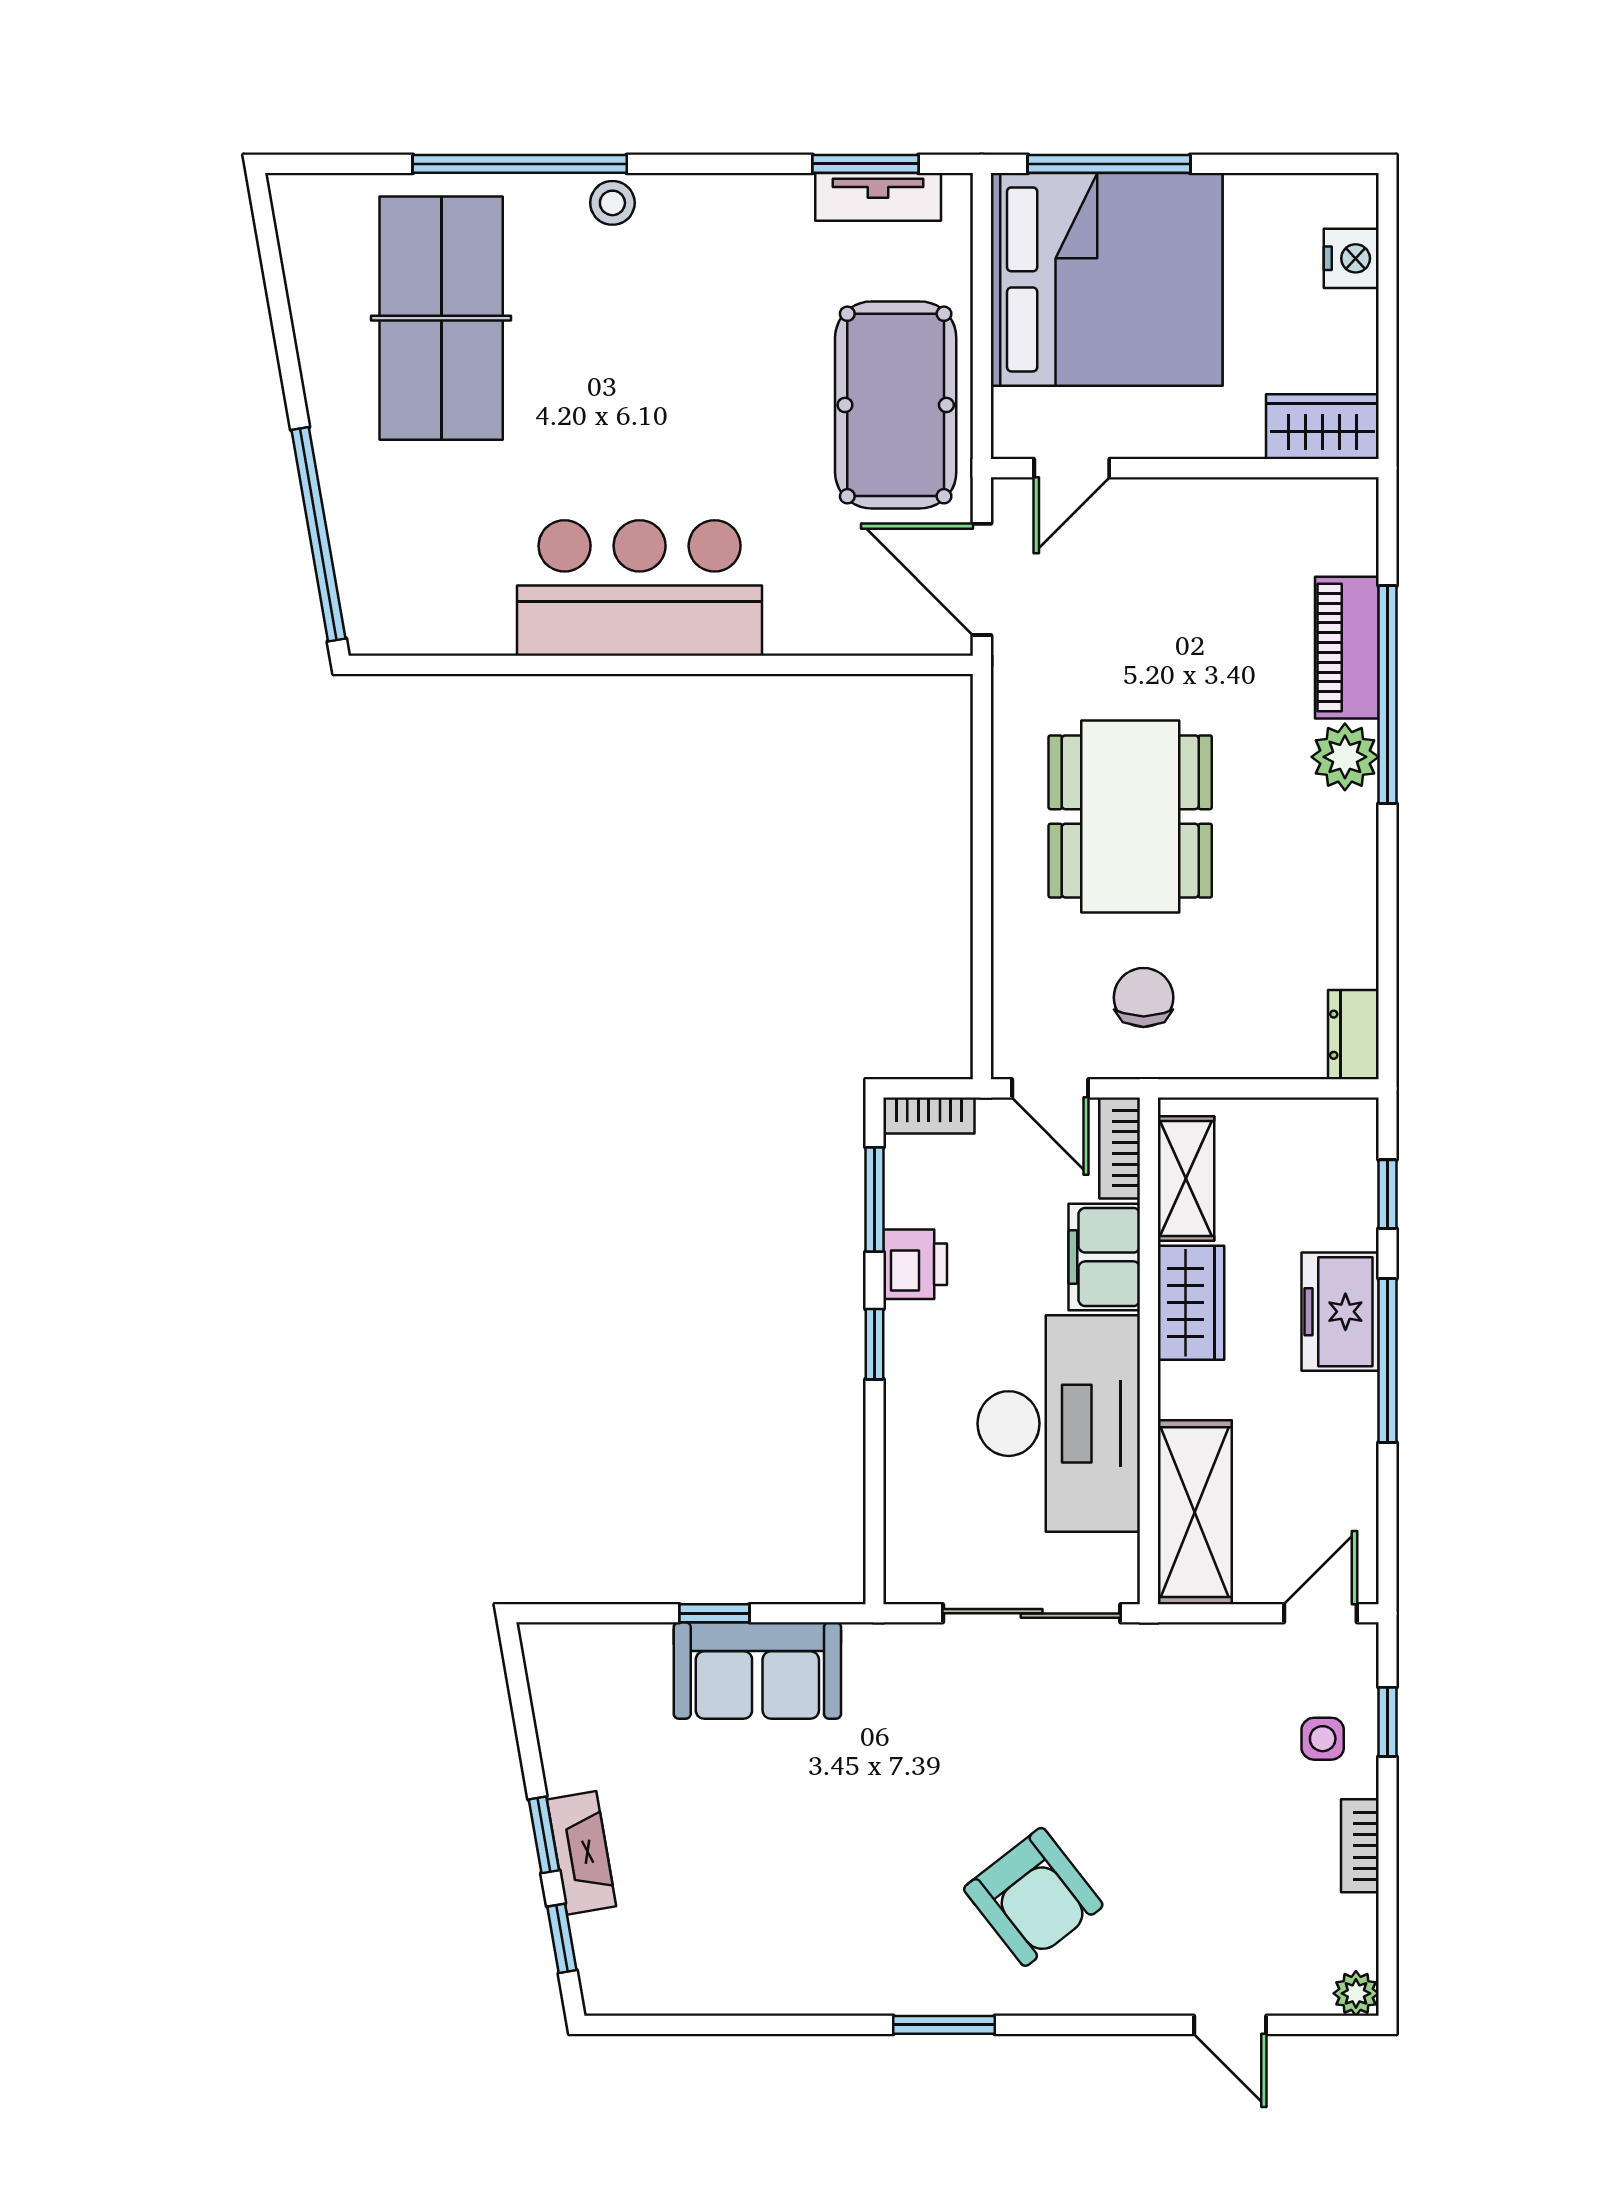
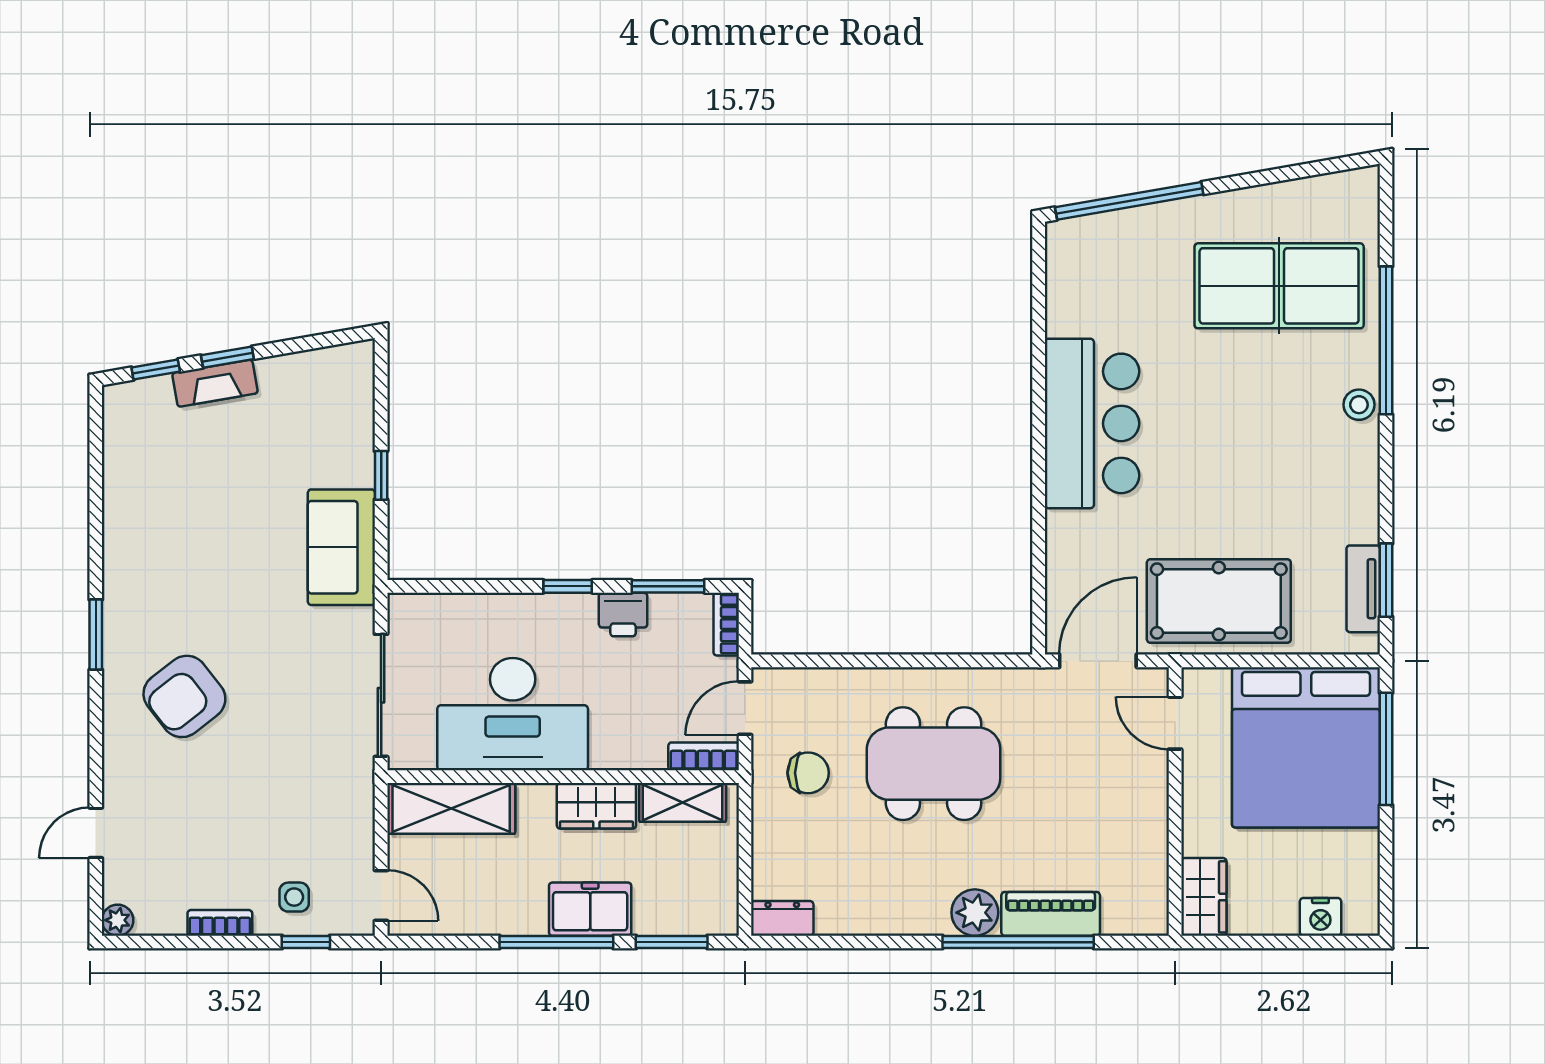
window: (1387, 1194) -> (672, 942), width x1.50
filing cabinet: (1104, 1257) -> (628, 746), removed
sofa: (757, 1671) -> (341, 547), moved

